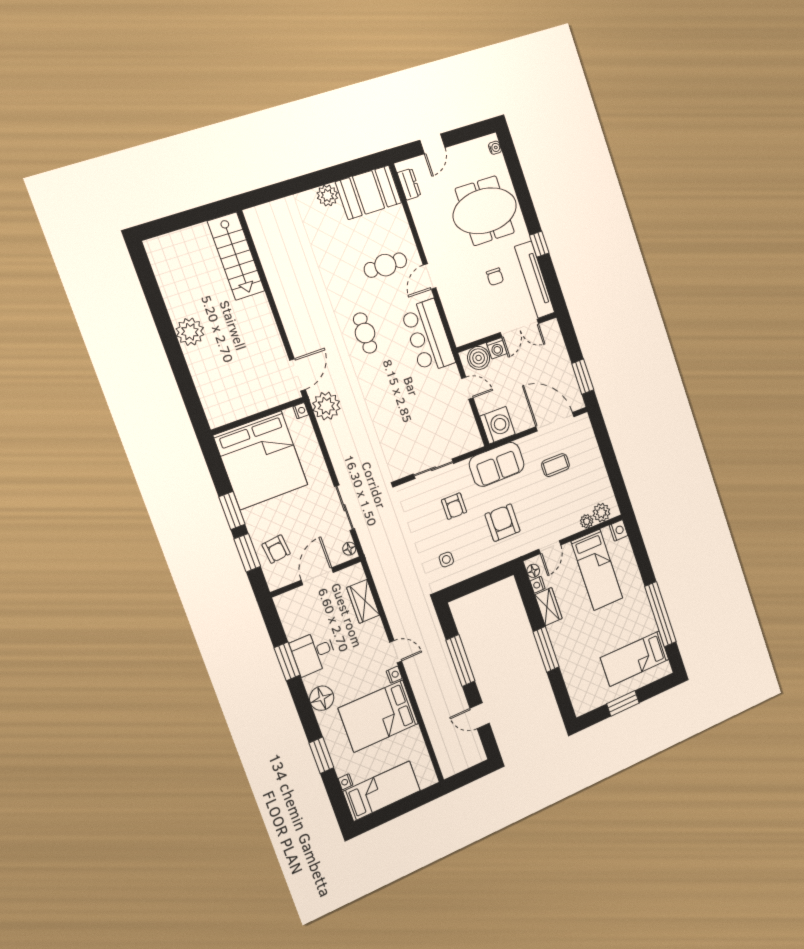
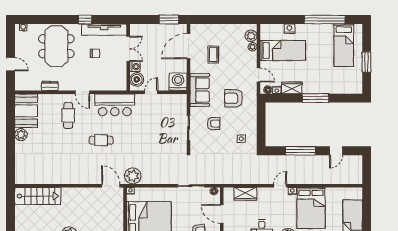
dresser: (409, 184) -> (50, 86), moved
nightstand: (619, 530) -> (289, 29), moved

